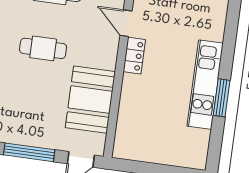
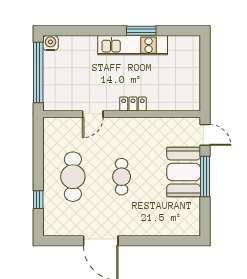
locker: (134, 56) -> (133, 104), moved
booth: (90, 100) -> (184, 172), moved, turned 90

